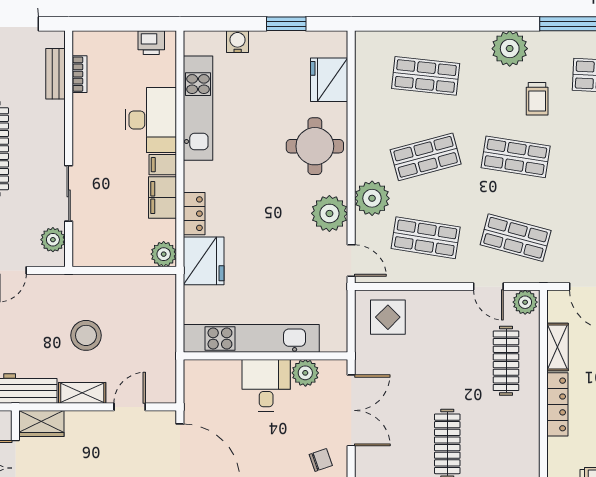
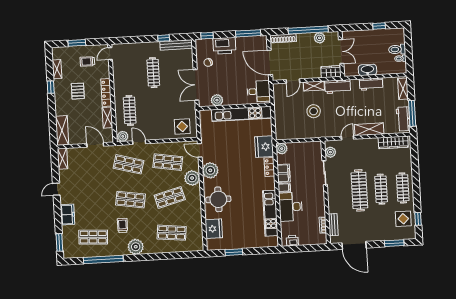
water cooler: (238, 42) -> (255, 243), removed
desk: (266, 385) -> (259, 91), moved, turned -90

